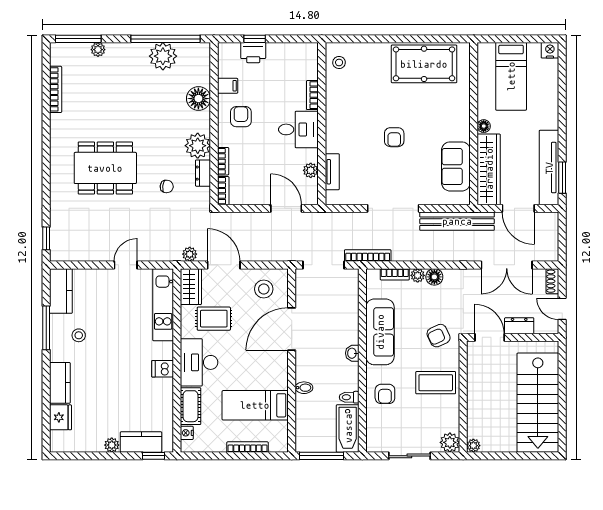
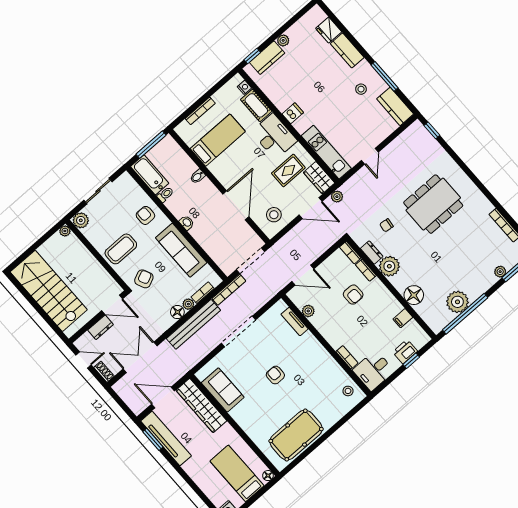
armchair: (241, 117) -> (353, 295), moved
floor lamp: (484, 126) -> (268, 476), moved
desk: (298, 129) -> (373, 371), moved
bench: (457, 221) -> (193, 324), moved

